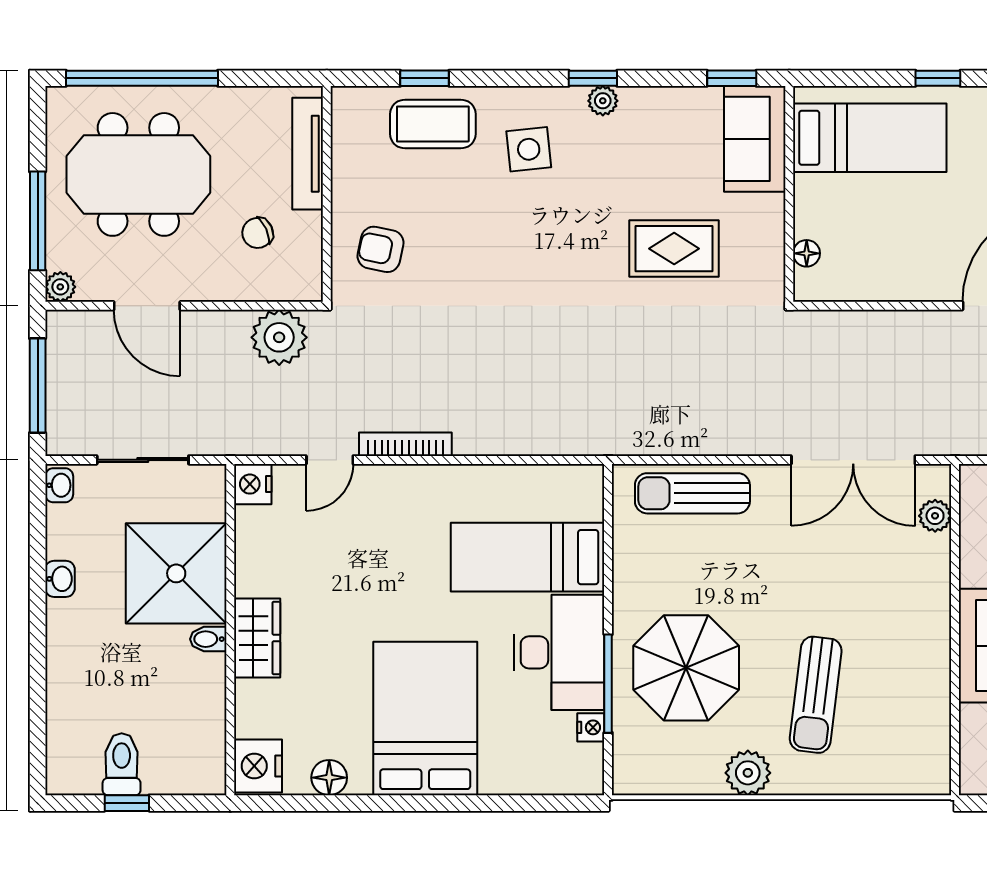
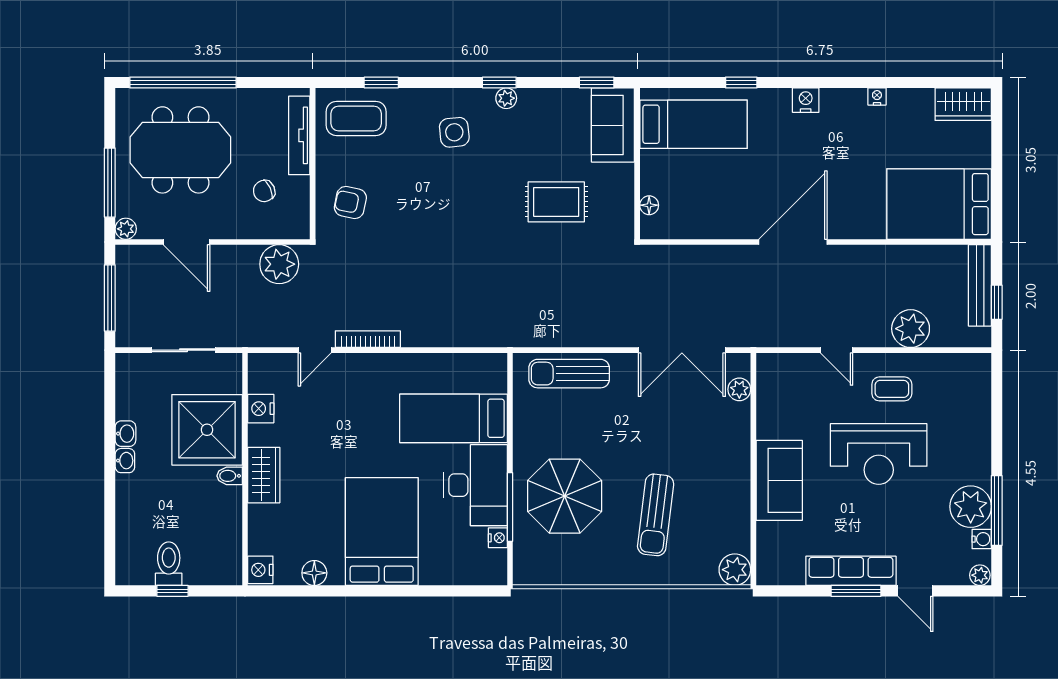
coffee table: (433, 124) -> (356, 118), moved
nightstand: (253, 484) -> (261, 409), moved
washbasin: (59, 485) -> (125, 461), moved
nightstand: (258, 766) -> (260, 570), width x0.74, depth x0.75
plant: (748, 773) -> (735, 570), moved

